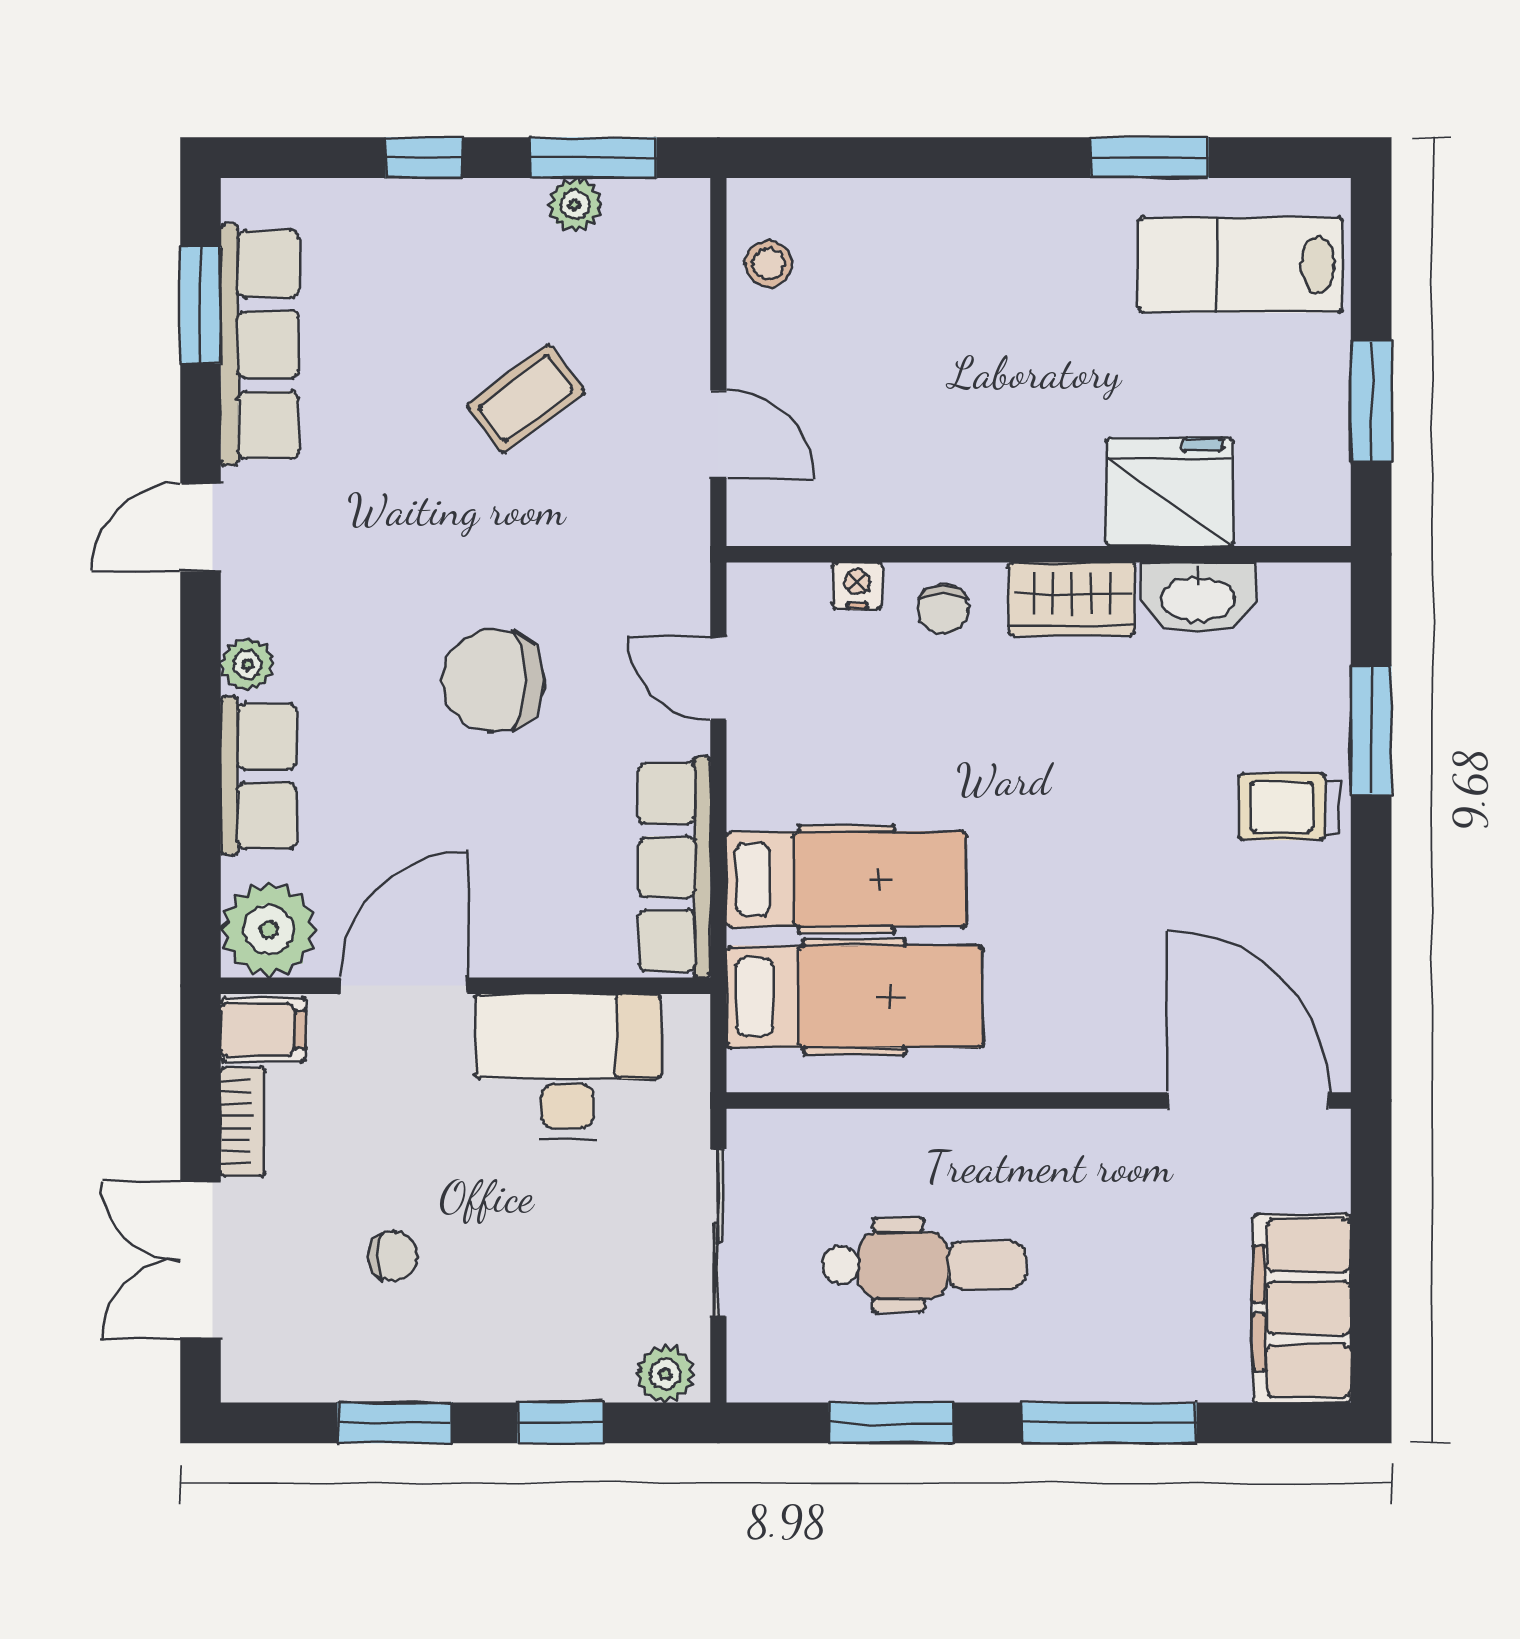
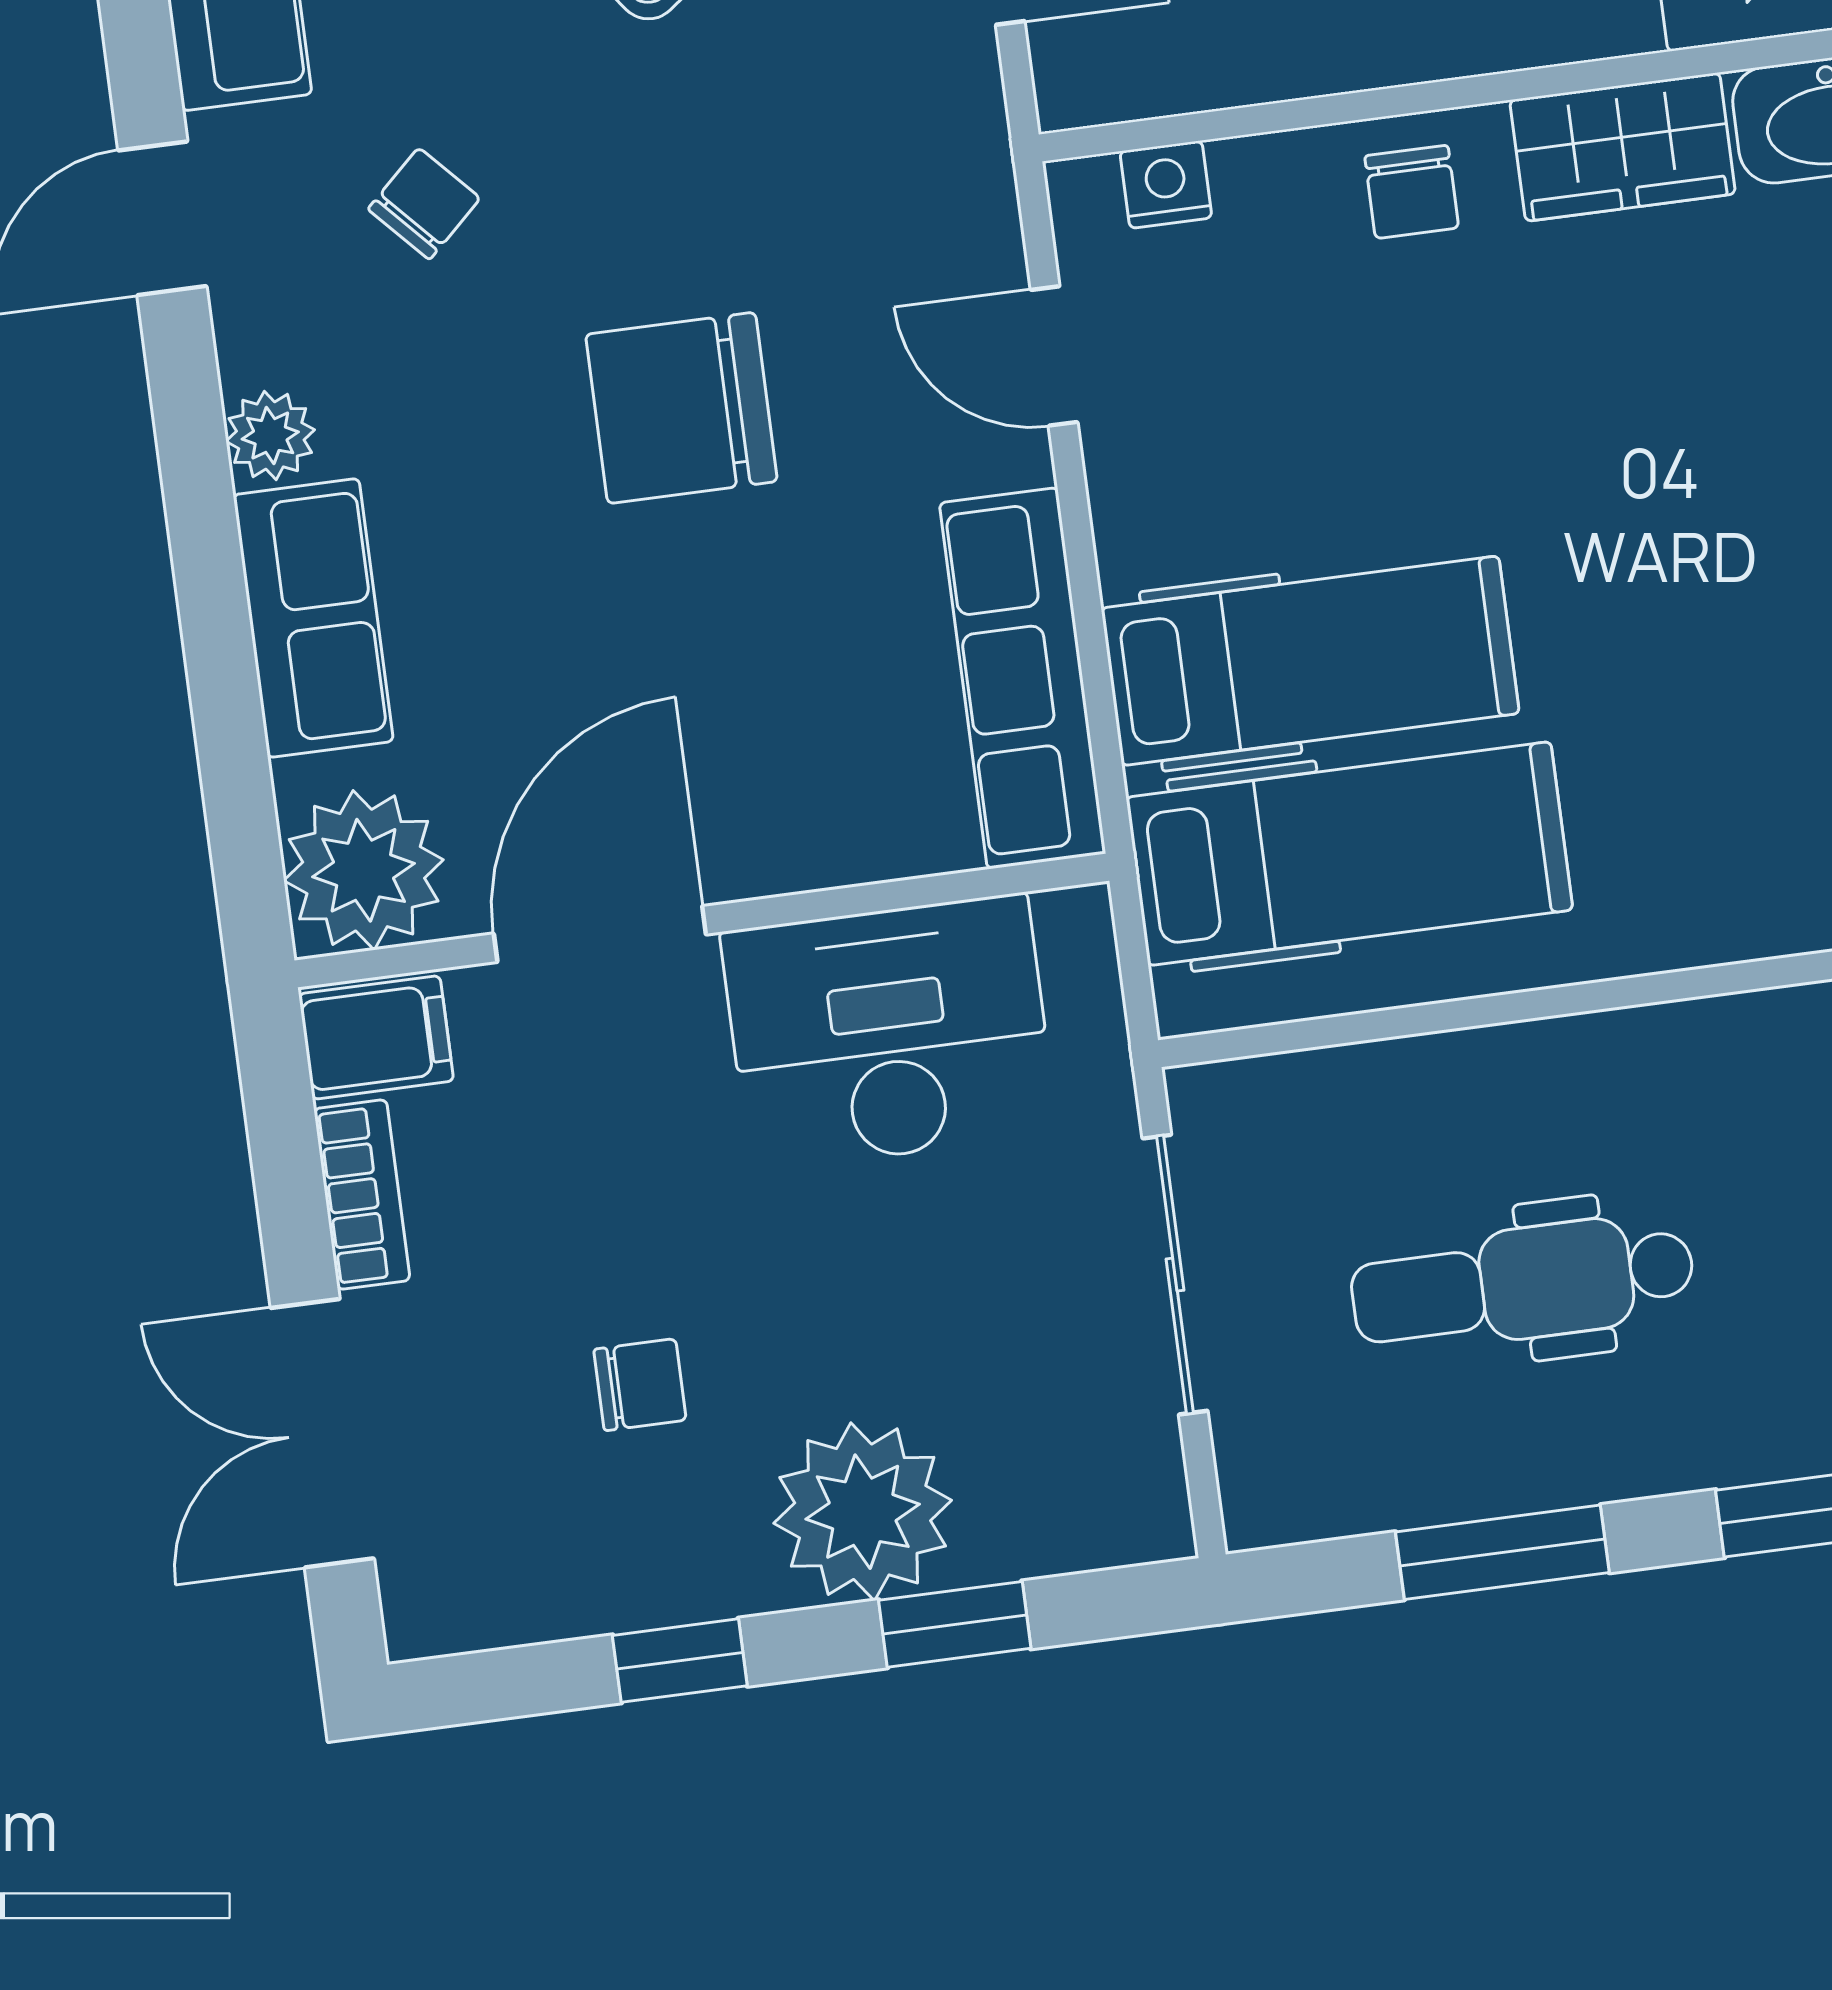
chair: (357, 539) -> (424, 204), added
nightstand: (857, 586) -> (1166, 185), moved
dental chair: (924, 1265) -> (1523, 1283), turned 180
plant: (665, 1374) -> (863, 1512), moved, width x1.87, depth x1.87
window: (395, 1423) -> (680, 1661), width x0.67

